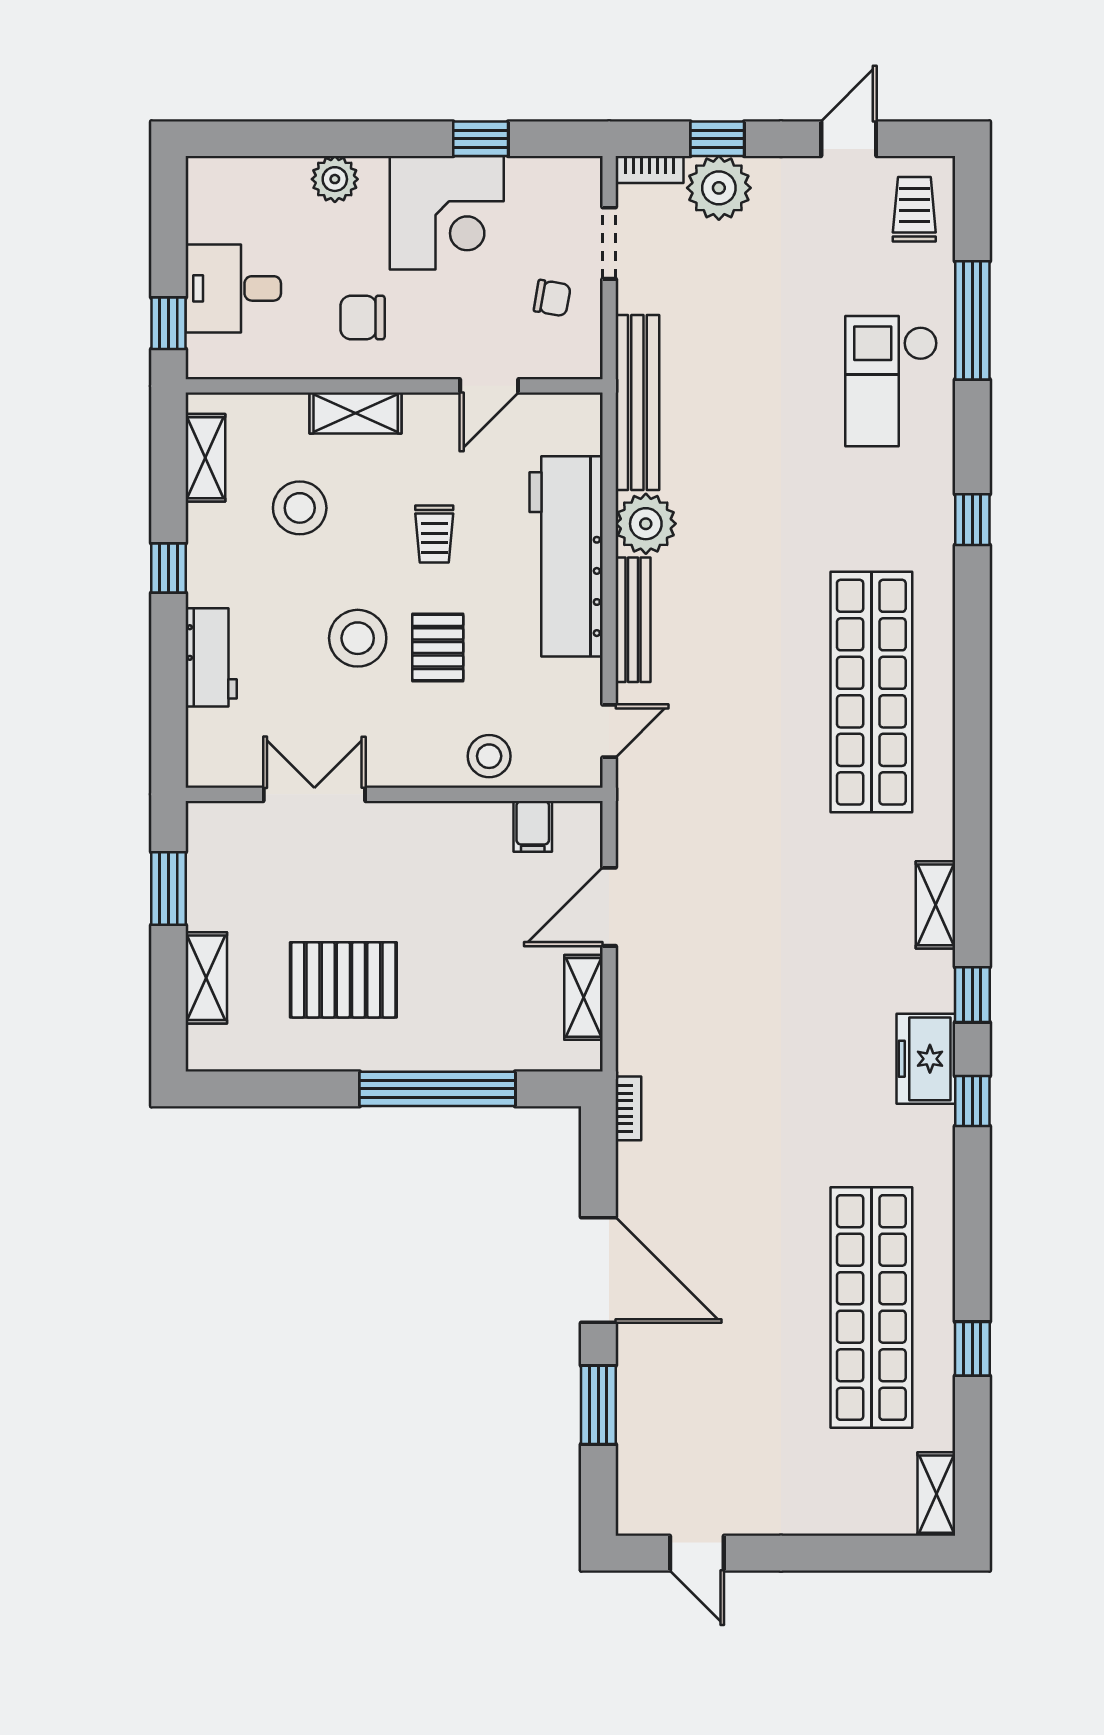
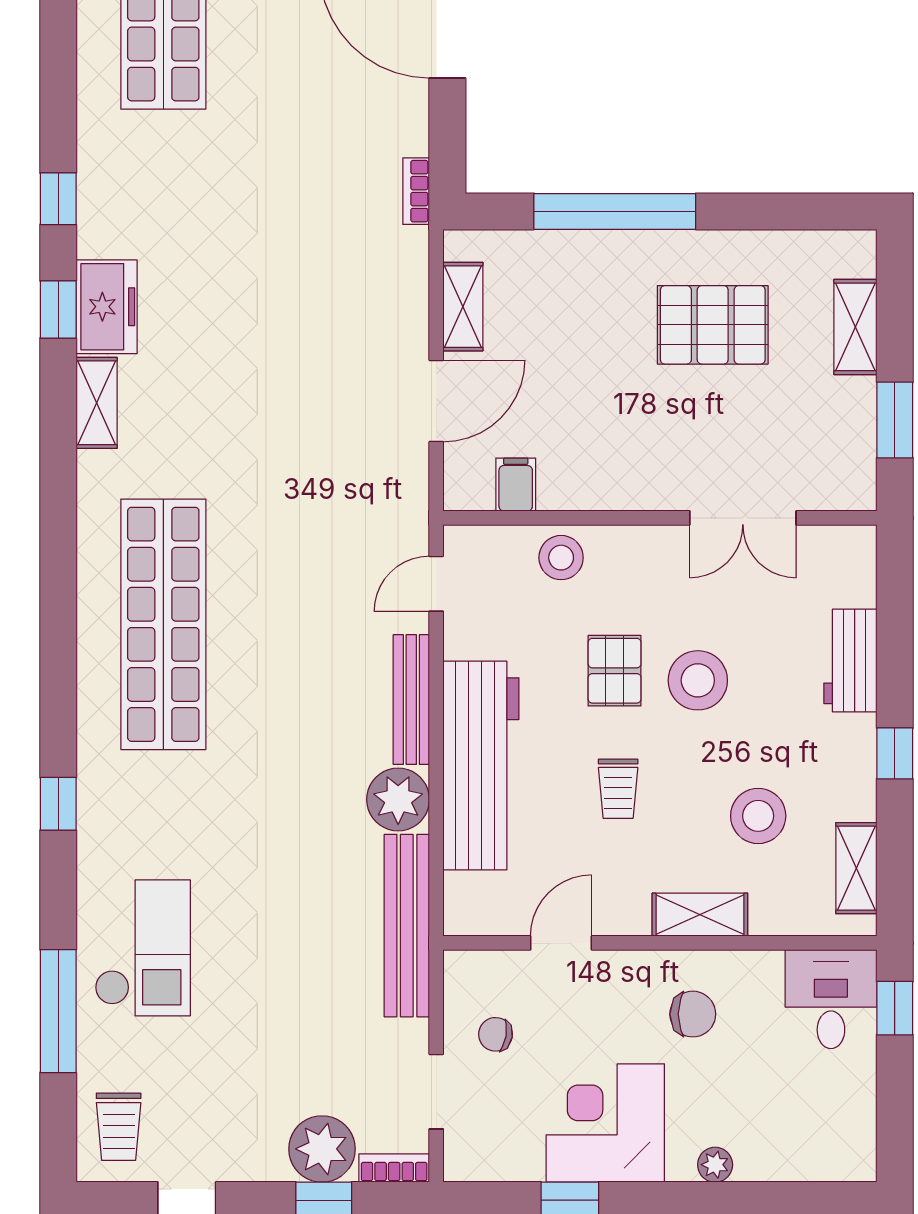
plant: (335, 179) -> (715, 1165), width x0.73, depth x0.73
desk: (233, 288) -> (831, 999), moved, turned -90
trolley: (434, 534) -> (618, 789), turned 180
freezer: (926, 1059) -> (107, 307), moved

